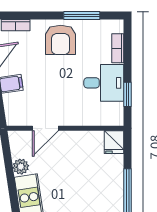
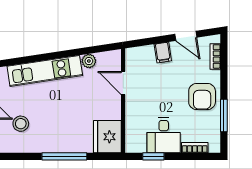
armchair: (61, 40) -> (202, 97), turned -90
fridge: (114, 142) -> (107, 137), width x1.88, depth x1.34

